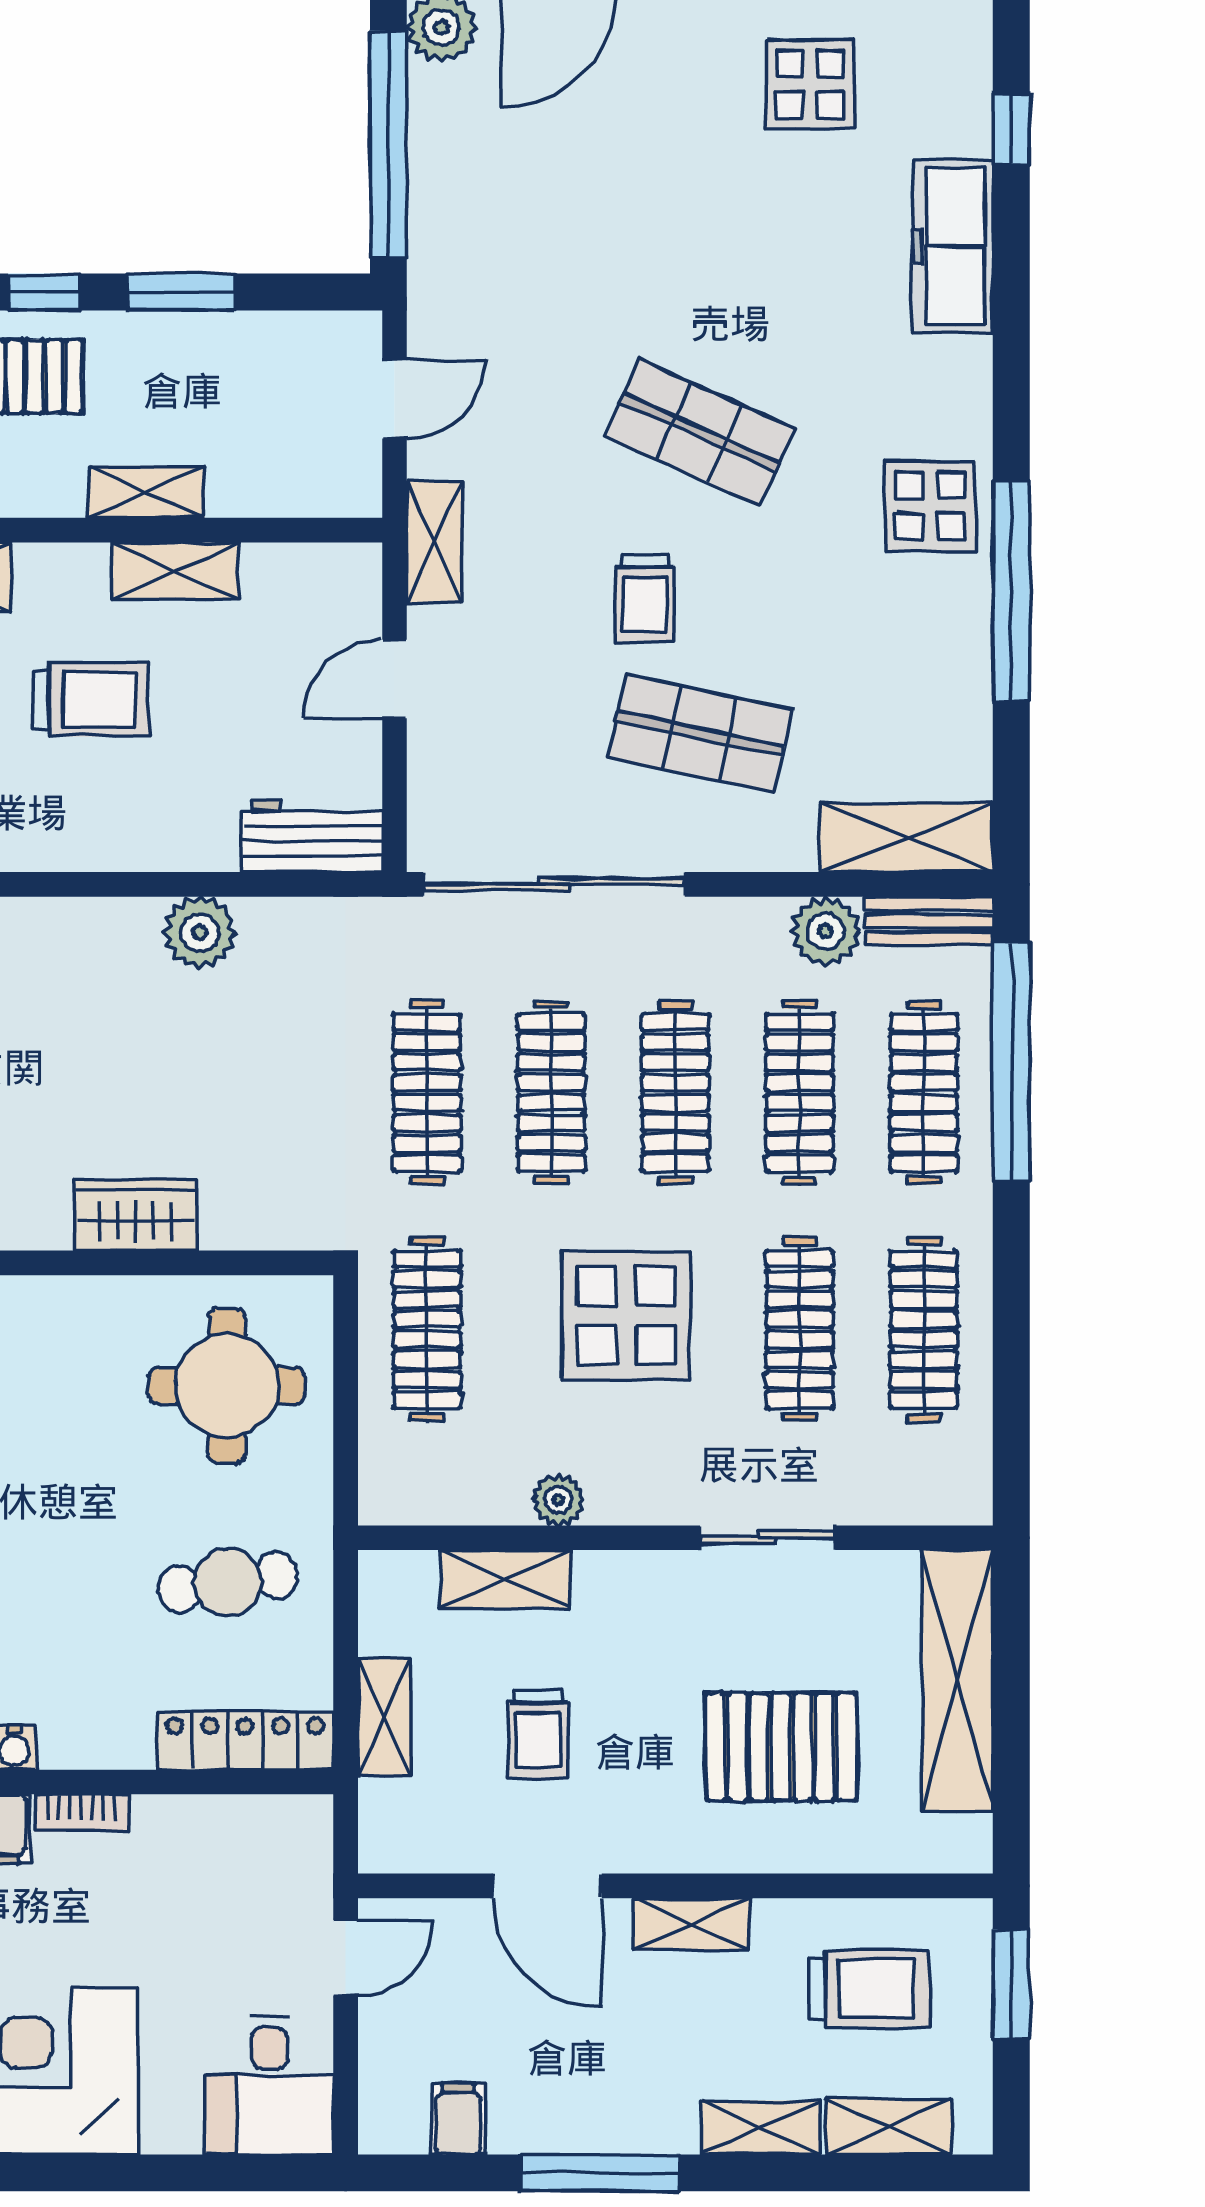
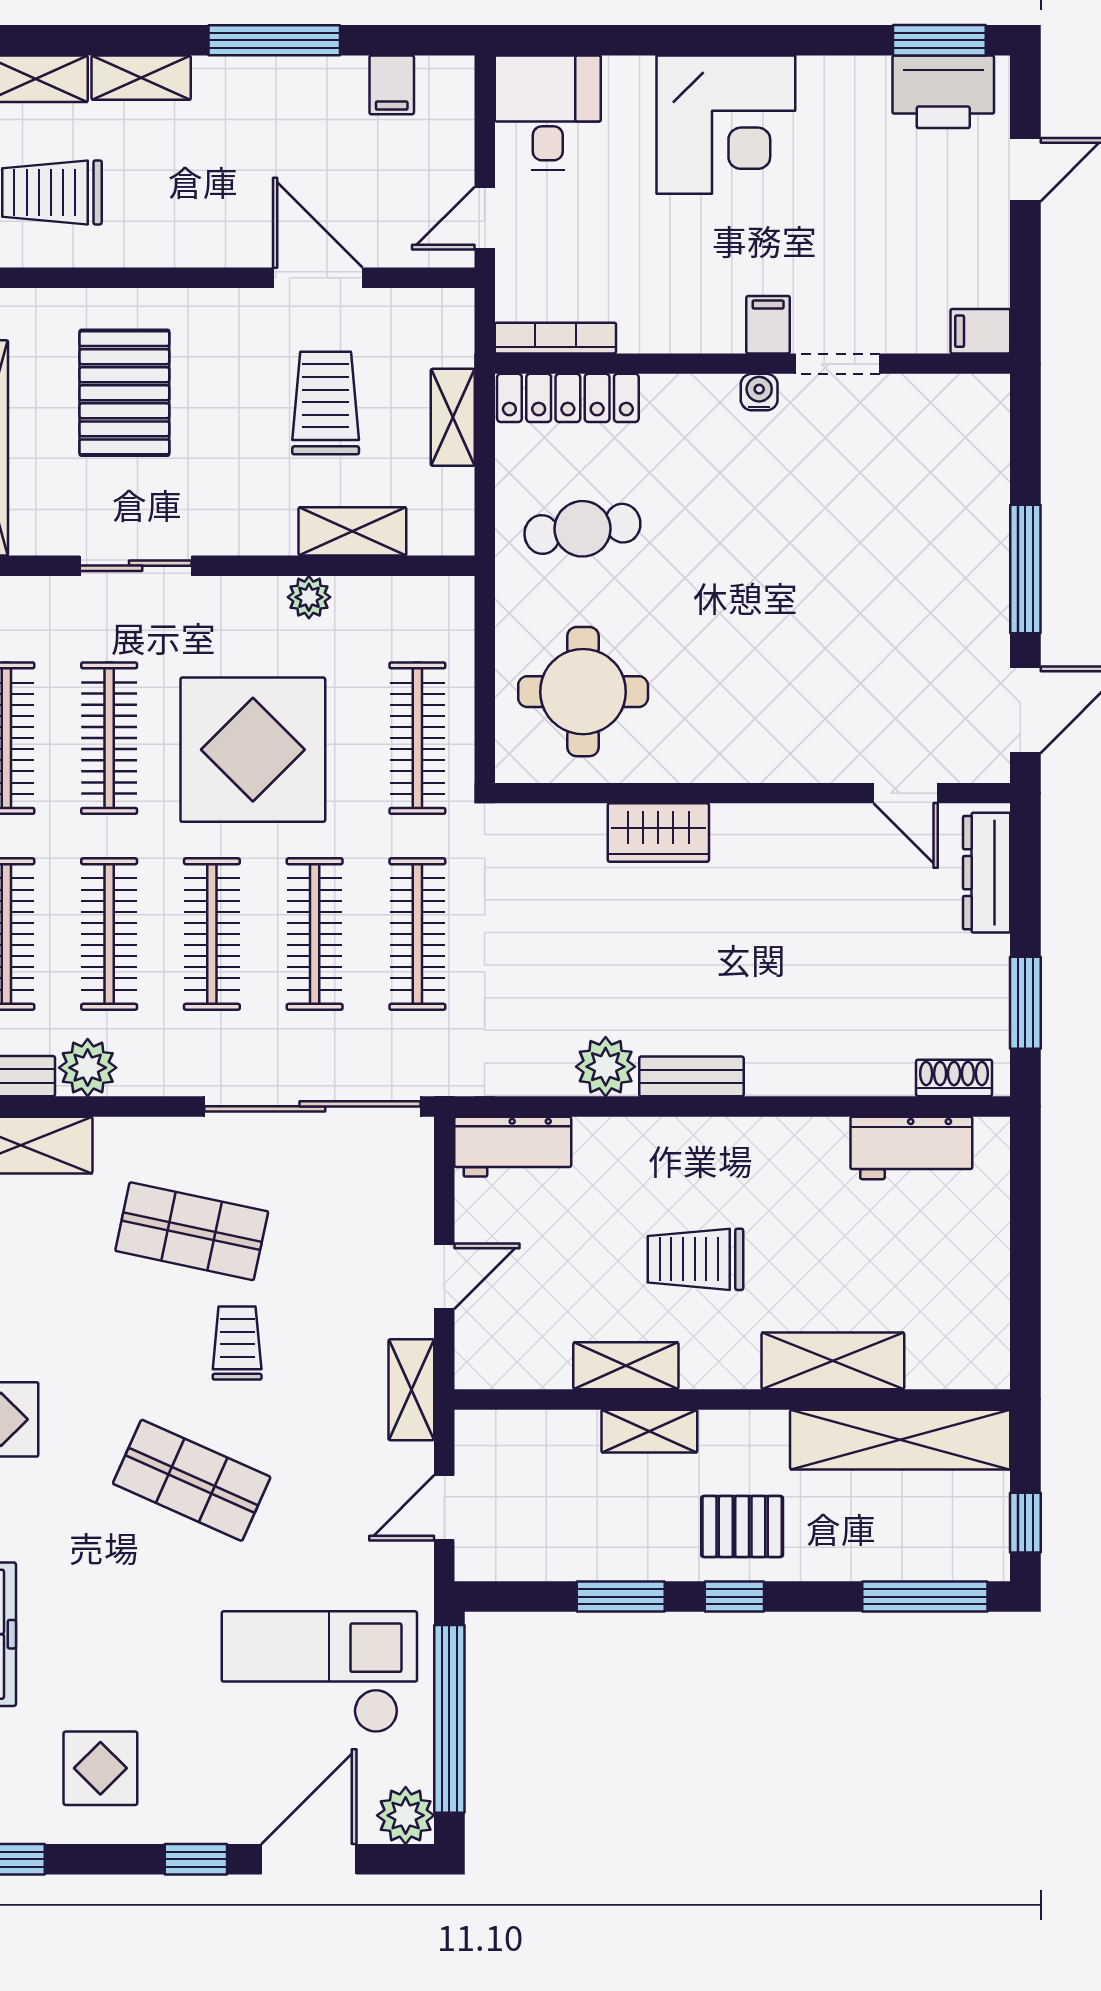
checkout: (546, 201) -> (319, 1672), added
bench: (96, 921) -> (691, 1076), added
display table: (626, 1315) -> (253, 750), width x1.36, depth x1.36
trolley: (538, 1734) -> (326, 403), width x1.36, depth x1.39
pallet: (781, 1747) -> (124, 393), turned 90
bookcase: (81, 1813) -> (555, 338), moved, width x1.56
shelving: (691, 1924) -> (199, 246), removed

